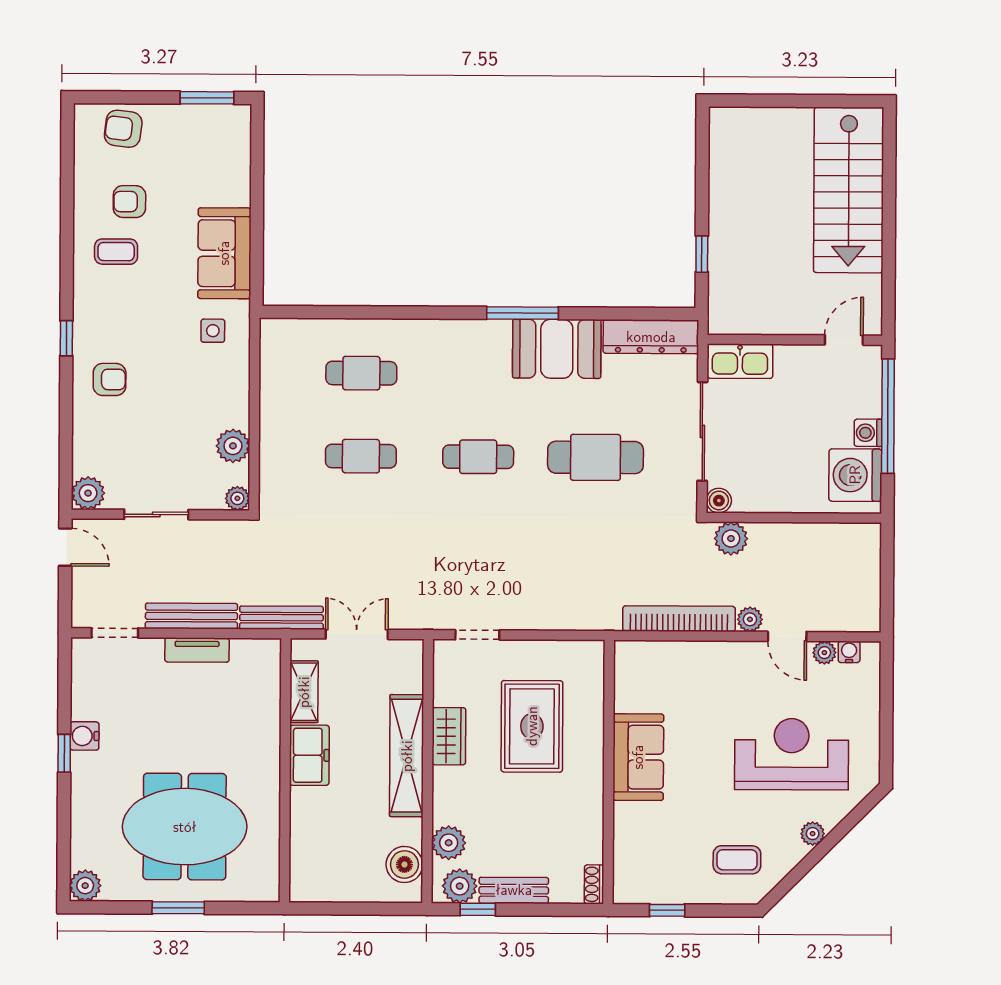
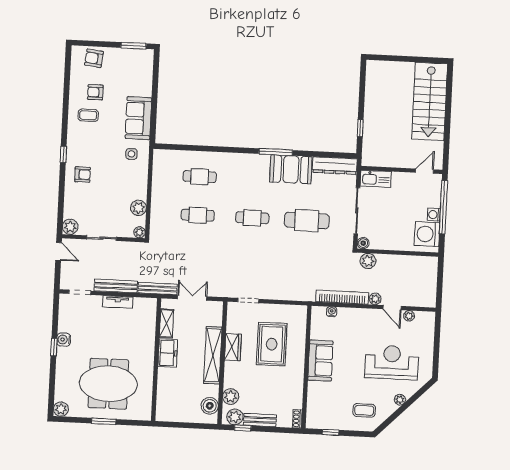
water cooler: (849, 652) -> (332, 312), moved

